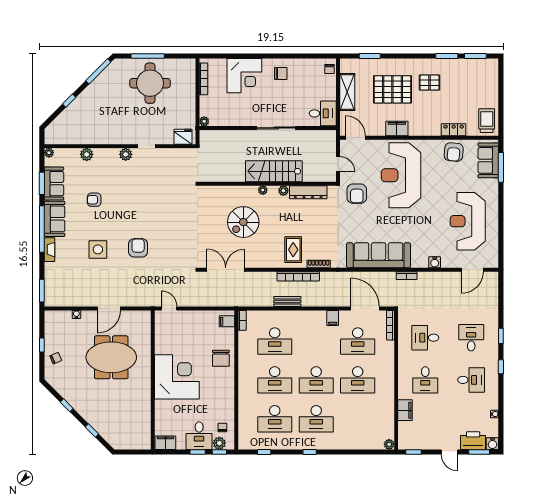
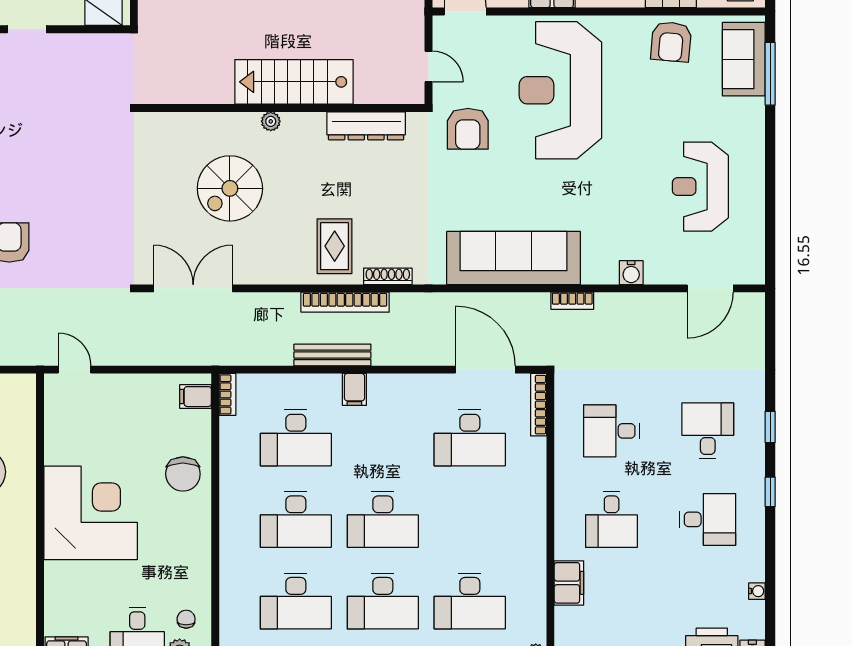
plant: (283, 191) -> (314, 123), removed
reception desk: (468, 221) -> (700, 187), width x0.74, depth x0.77
bench: (287, 301) -> (332, 355), width x1.36
filing cabinet: (333, 318) -> (354, 389), moved
desk: (358, 380) -> (470, 601), moved

